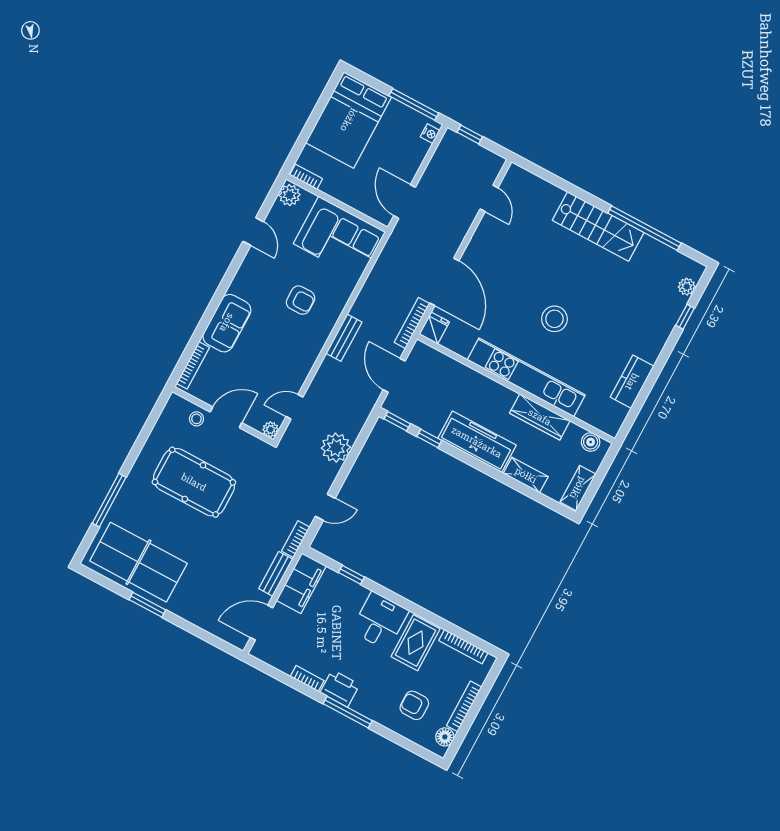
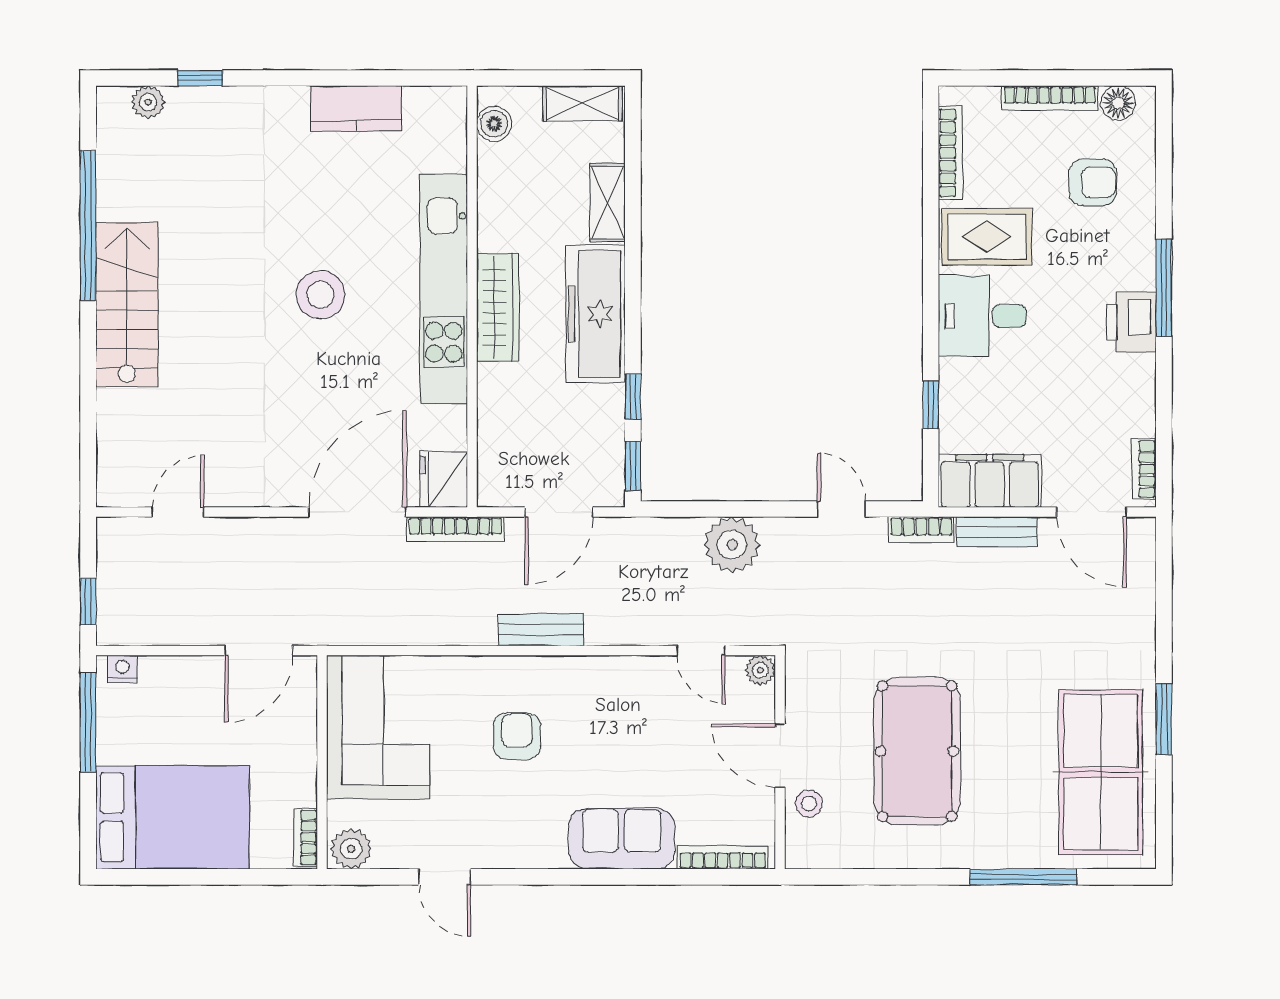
door: (253, 232) -> (445, 877), swing flipped
fridge: (434, 328) -> (444, 480), width x1.38
wardrobe: (540, 417) -> (498, 307), moved
bookcase: (307, 679) -> (1144, 469), moved
armchair: (414, 705) -> (1093, 182), turned -90

